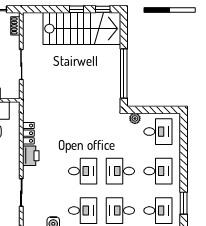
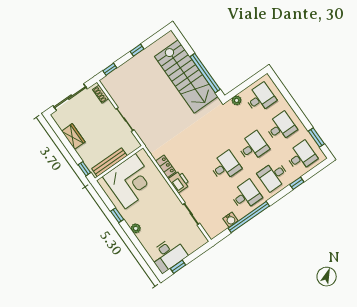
window: (103, 9) -> (110, 69), moved
stairs: (82, 29) -> (186, 76), moved, turned 90
desk: (120, 171) -> (253, 147), turned 180

